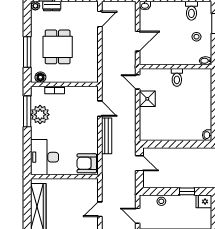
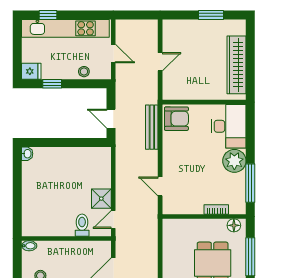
toilet: (177, 77) -> (82, 225), moved
door: (138, 82) -> (113, 219), swing flipped
plant: (40, 115) -> (234, 161), moved
bench: (107, 136) -> (152, 127), moved

